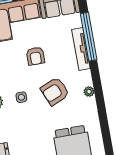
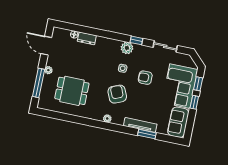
window: (89, 37) -> (147, 134), width x0.47
armchair: (35, 56) -> (145, 78), moved

